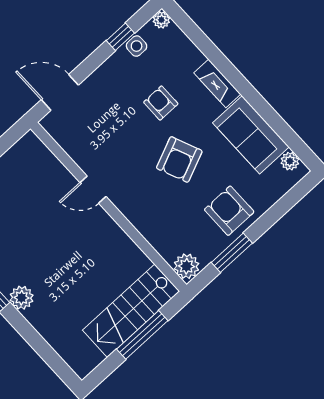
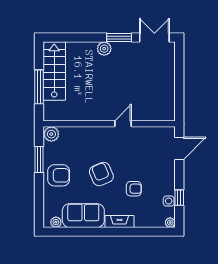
stairs: (131, 311) -> (54, 71), moved

